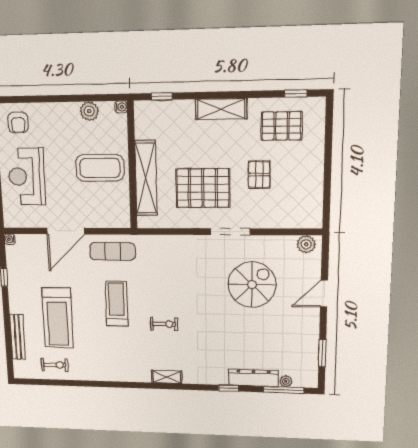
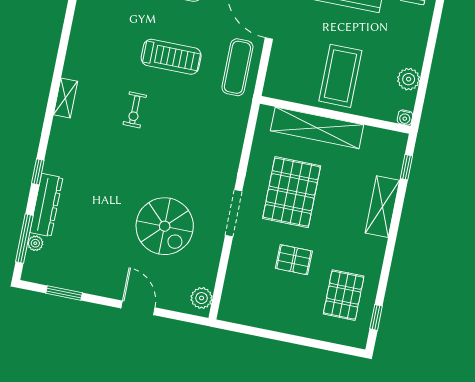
shelving: (221, 109) -> (382, 207), moved

